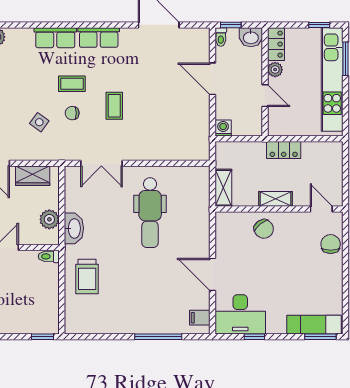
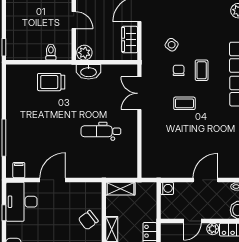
dental chair: (150, 213) -> (101, 131), width x0.73, depth x0.72
plant: (49, 219) -> (84, 53), moved
toilet: (49, 256) -> (51, 52), moved

